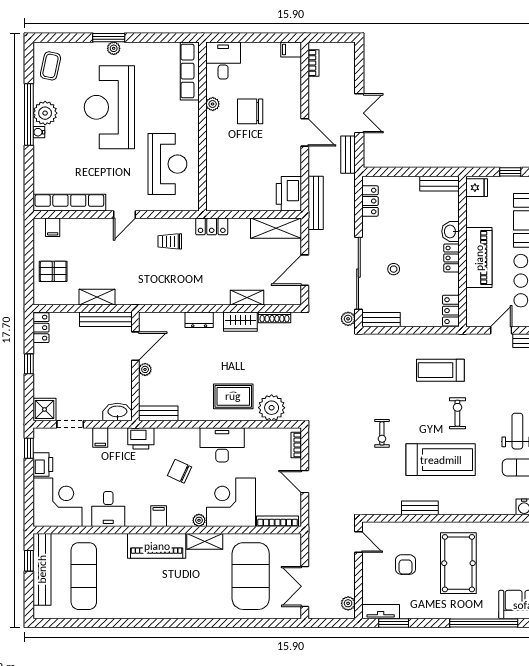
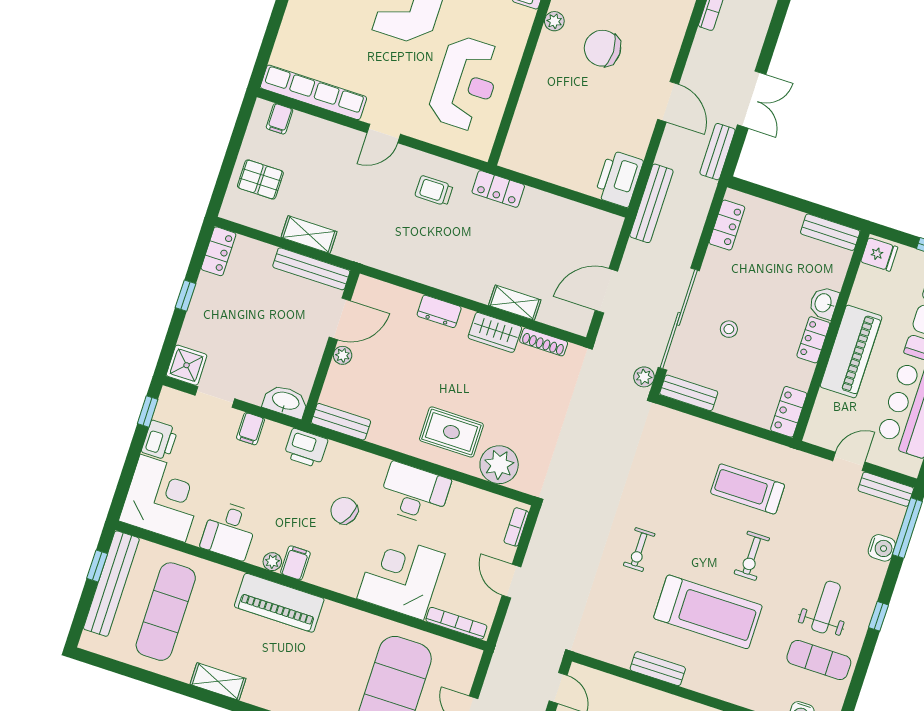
shelving: (276, 228) -> (586, 220), removed
exercise bike: (457, 413) -> (752, 556), turned 180
plant: (199, 520) -> (272, 562), moved
shelving: (205, 541) -> (218, 681), moved

